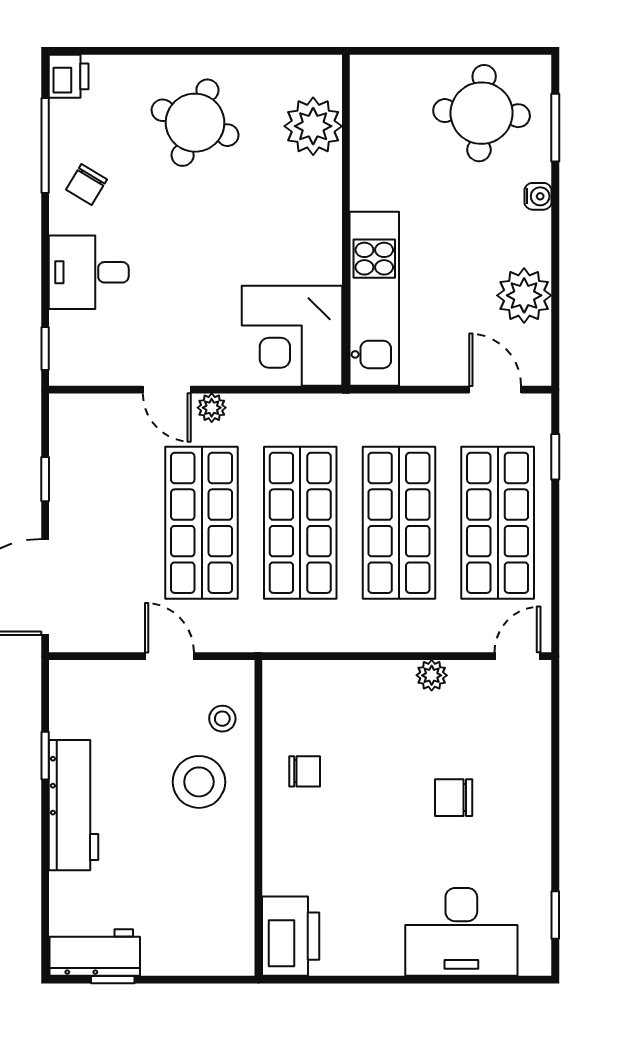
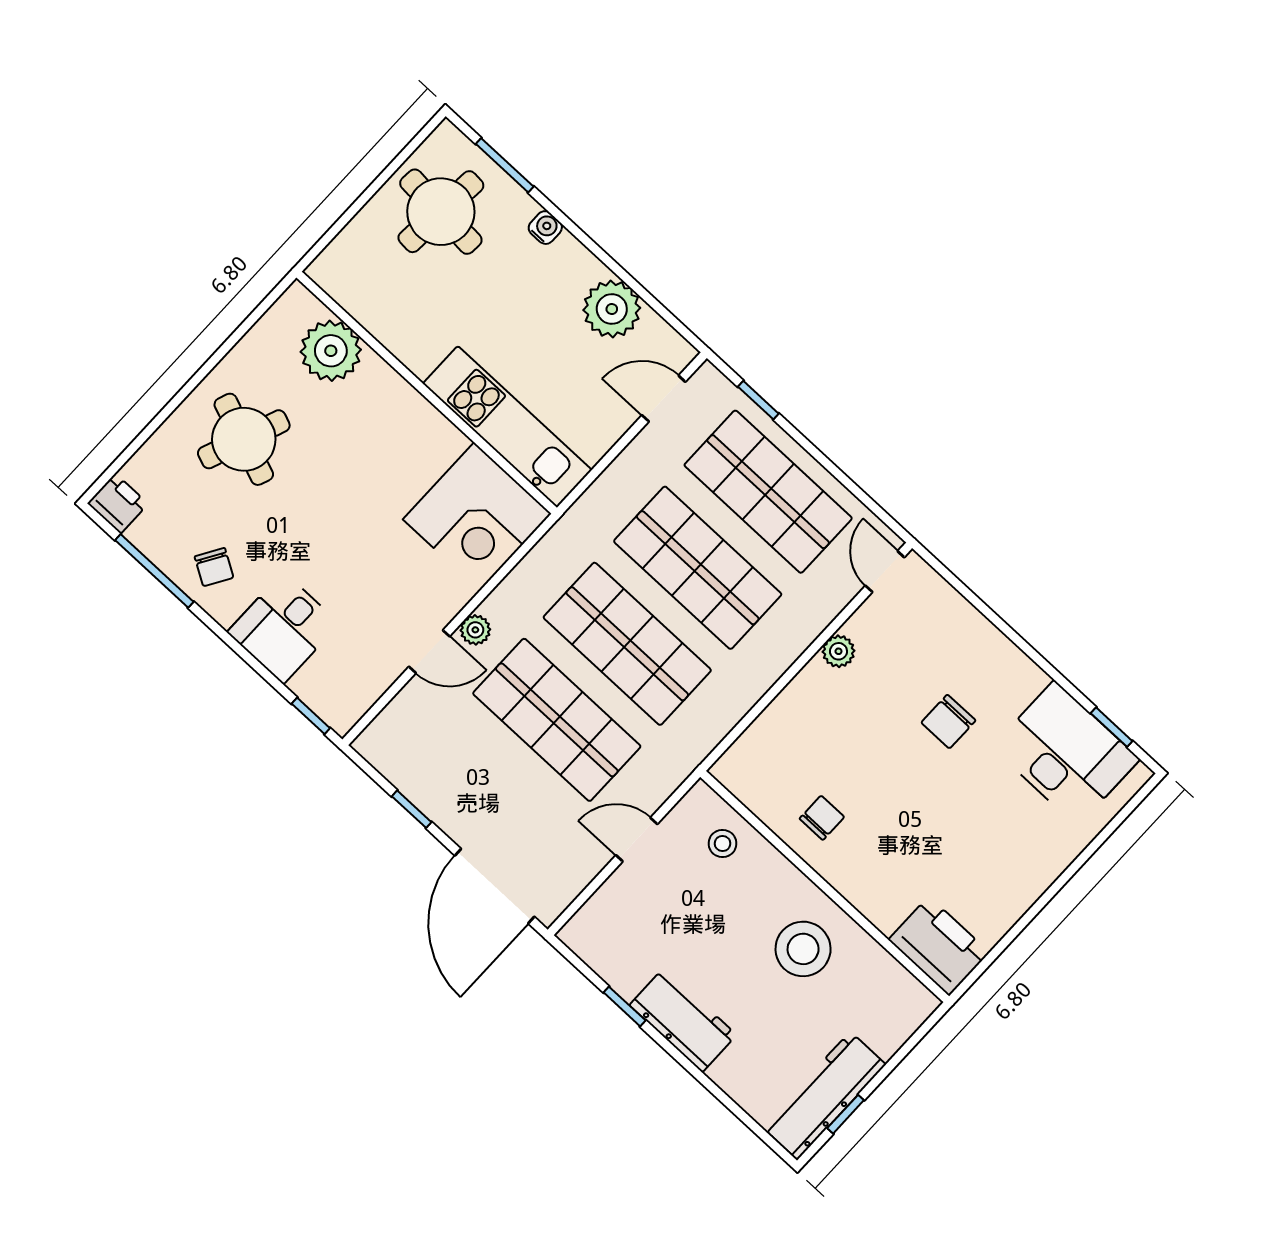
stool: (199, 782) -> (803, 949), moved
workbench: (73, 805) -> (683, 1020), width x0.73
desk: (461, 932) -> (1066, 753), moved, turned -90
workbench: (95, 953) -> (824, 1096), width x1.38

